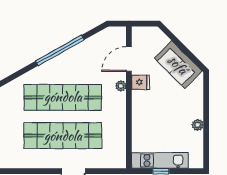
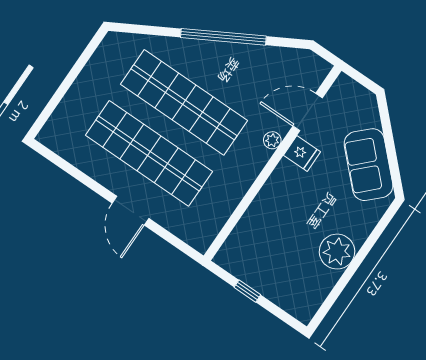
plant: (198, 125) -> (337, 252), width x1.88, depth x1.88
kitchen unit: (160, 160) -> (256, 276), removed

